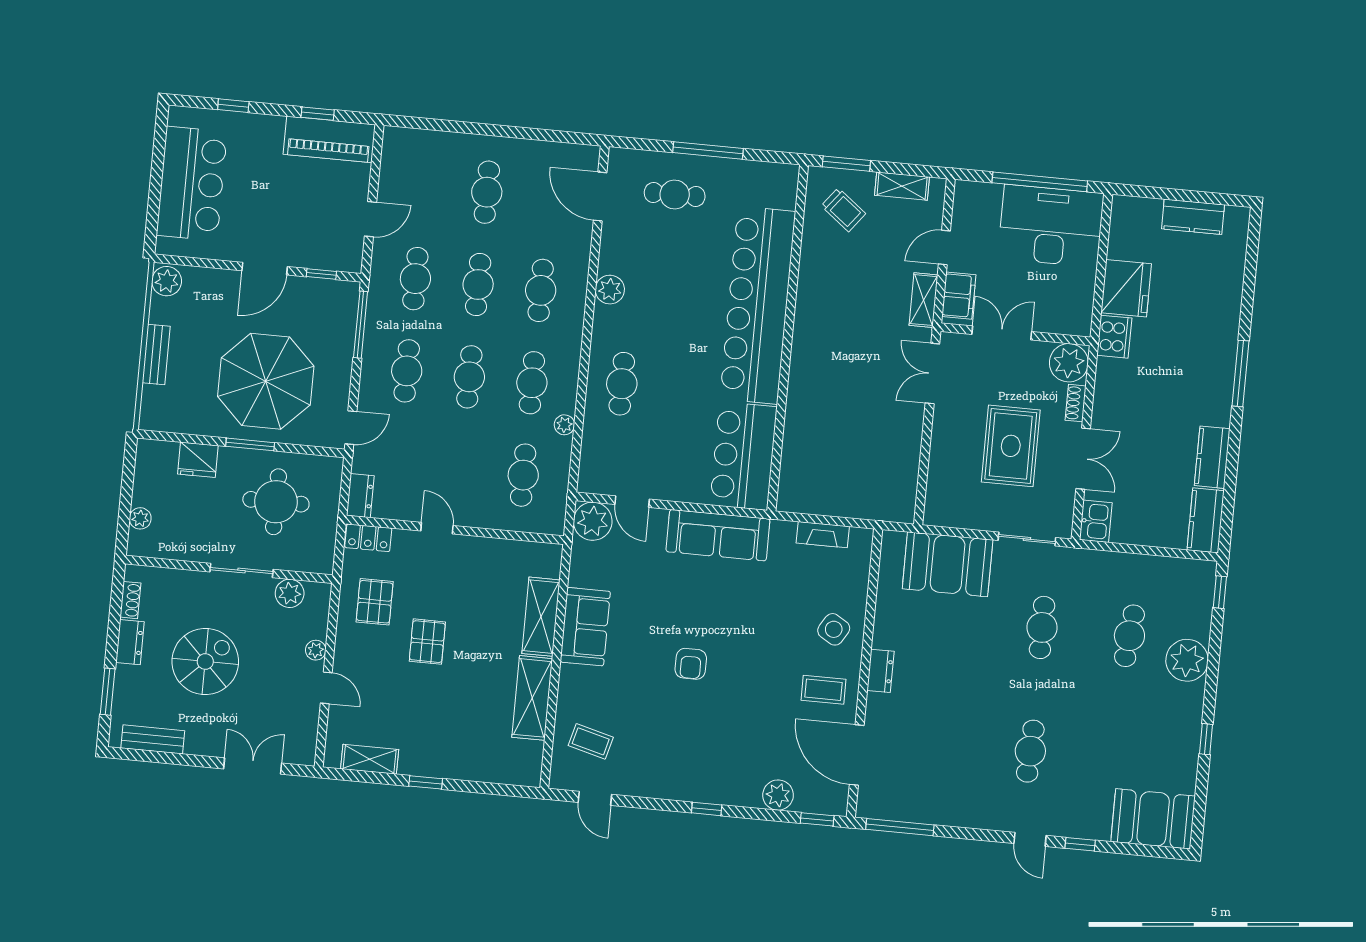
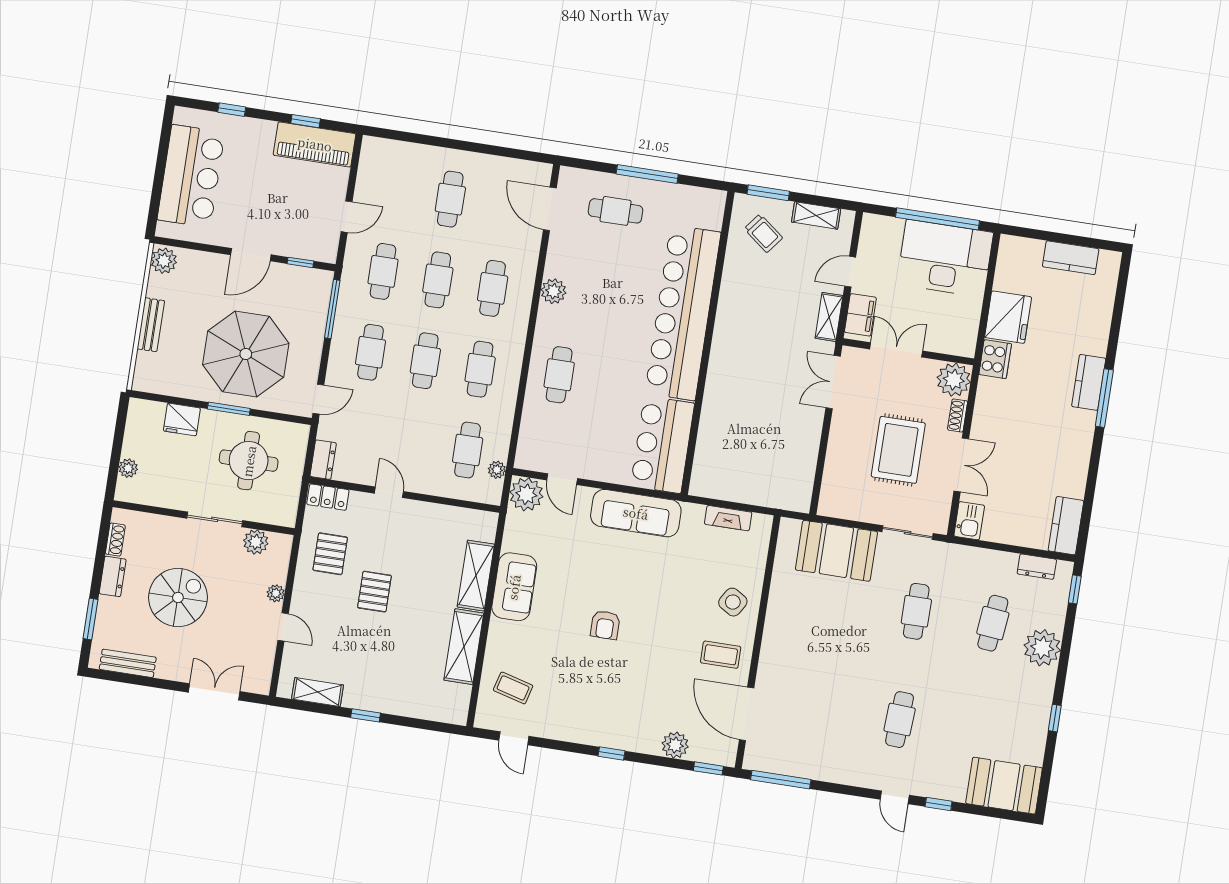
plant: (564, 425) -> (497, 470), moved
kitchen counter: (1212, 457) -> (1089, 382), moved
dresser: (880, 671) -> (1037, 567), moved, turned 90

